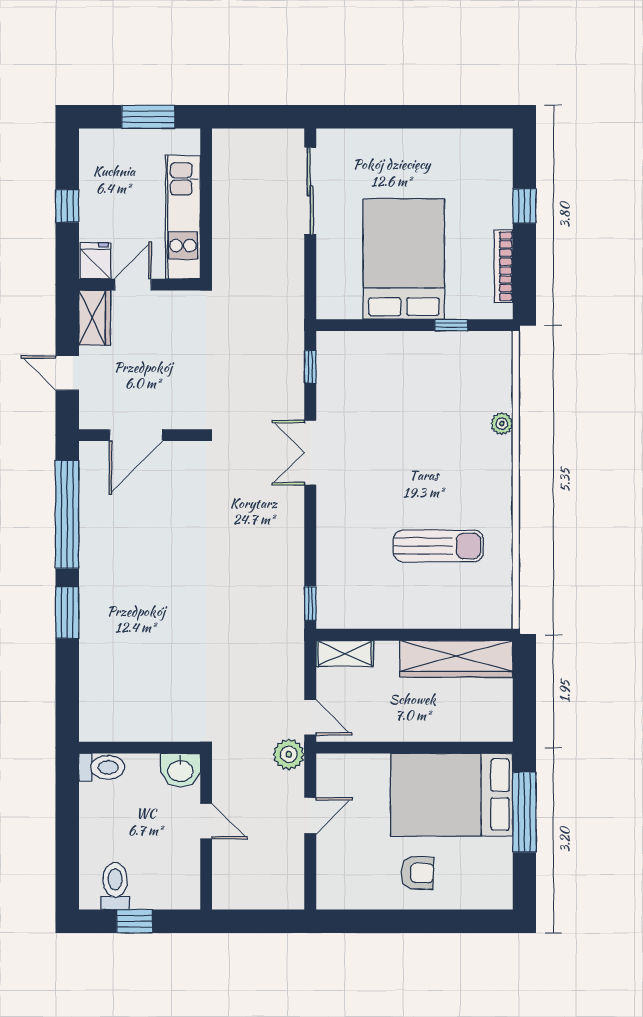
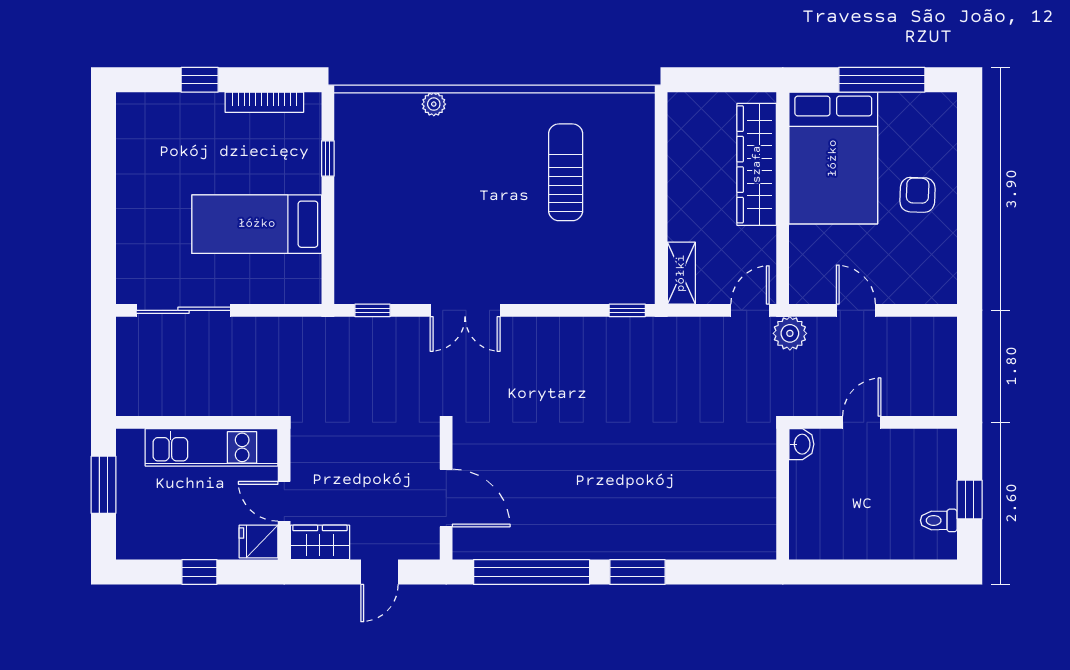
bed: (404, 259) -> (257, 224), width x0.67
wardrobe: (456, 659) -> (757, 164), moved, turned 180
toilet: (102, 767) -> (804, 535), removed
washbasin: (180, 770) -> (801, 444), width x0.72, depth x0.69
window: (524, 812) -> (882, 80), moved
toilet: (115, 886) -> (939, 520), width x0.73, depth x0.72

